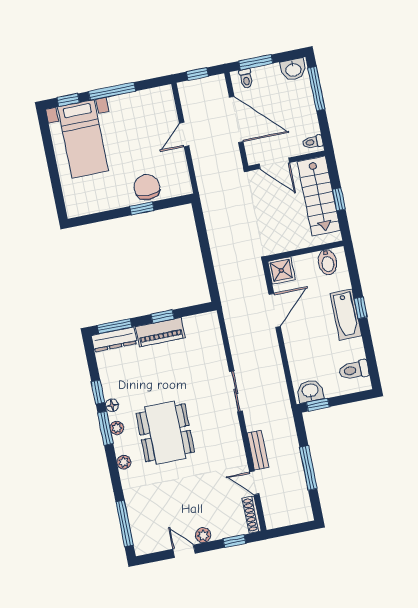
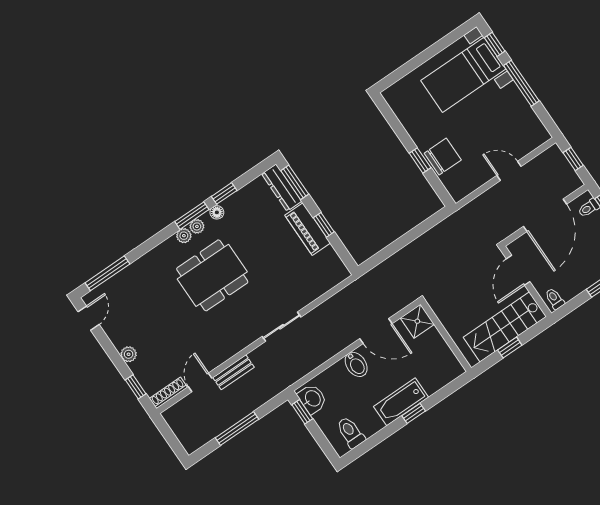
bidet: (327, 262) -> (356, 364), moved, turned -90
plant: (124, 462) -> (184, 236), moved
door: (184, 551) -> (89, 318), moved

